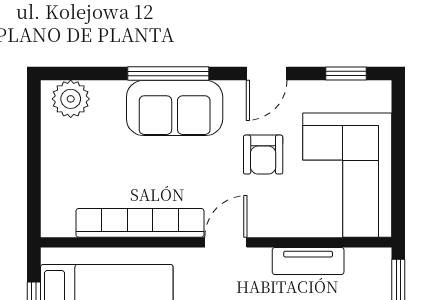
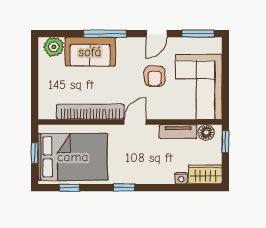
window: (346, 74) -> (198, 34), width x1.50
sofa: (175, 108) -> (90, 52), moved
floor lamp: (362, 263) -> (206, 133), added

